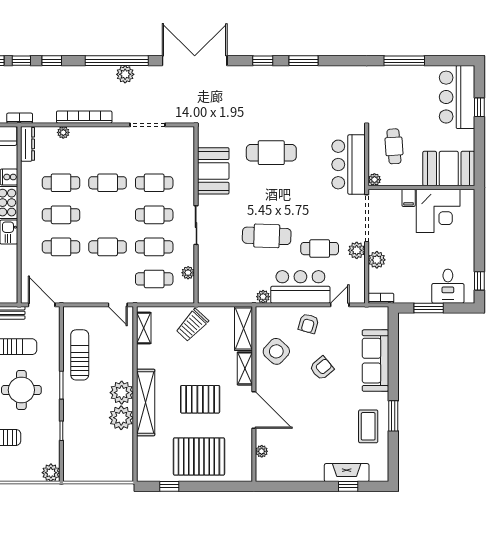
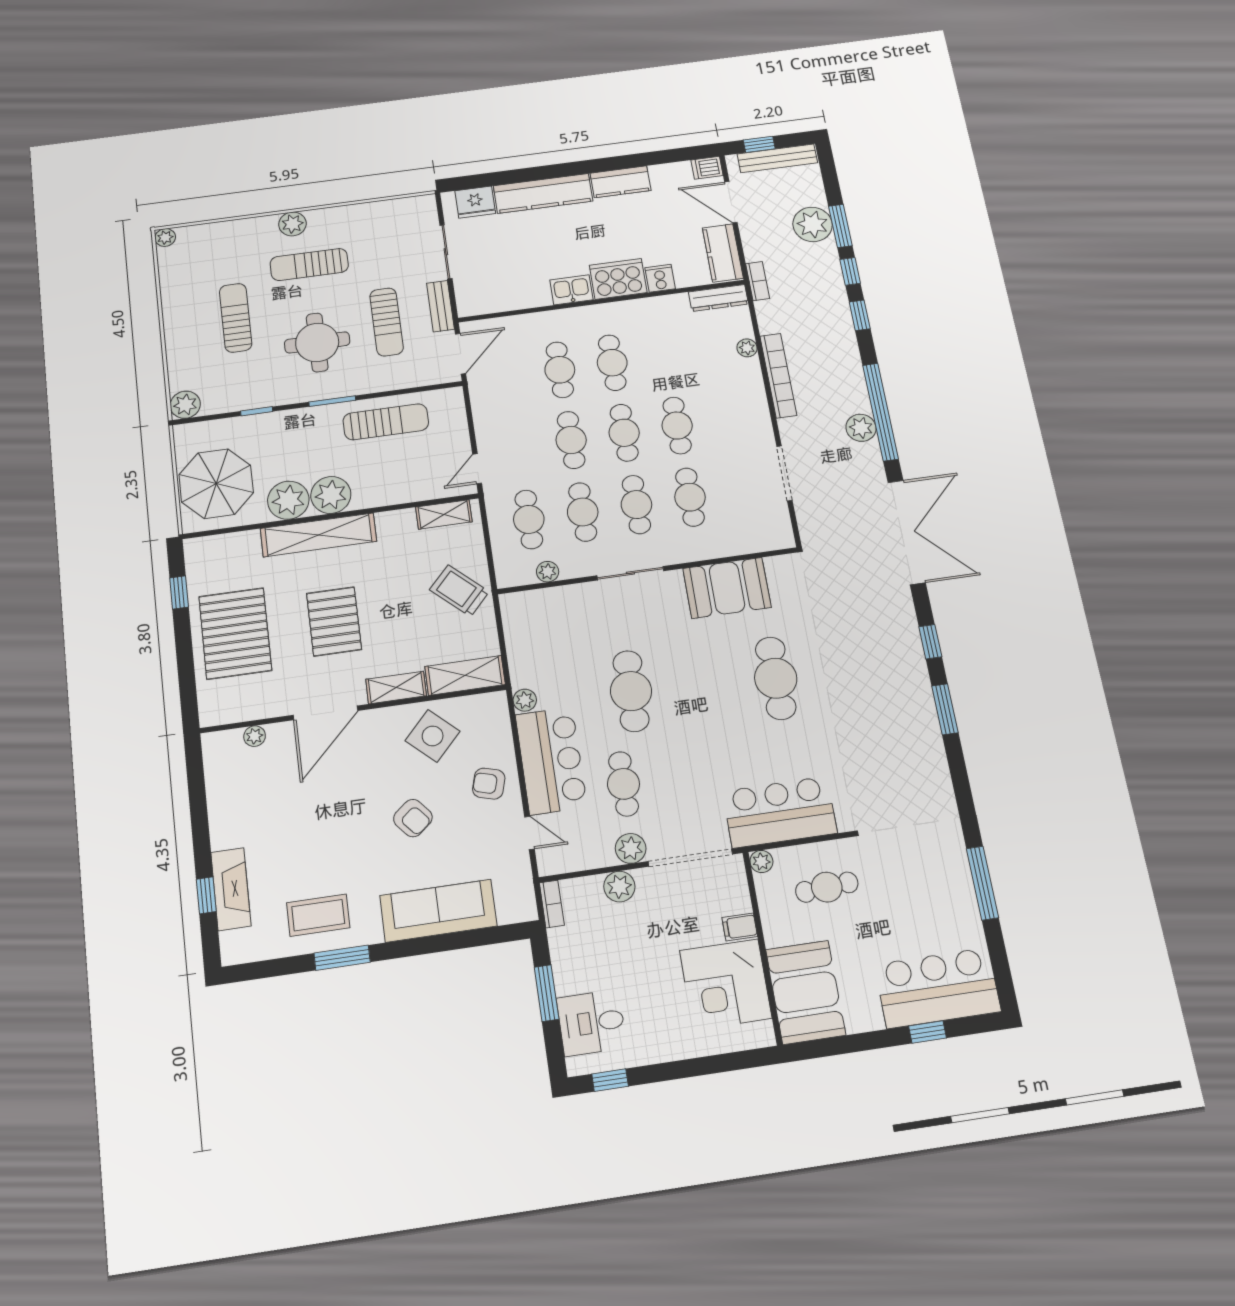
cafe table: (61, 183) -> (624, 433), moved
parasol: (105, 459) -> (216, 484), added

